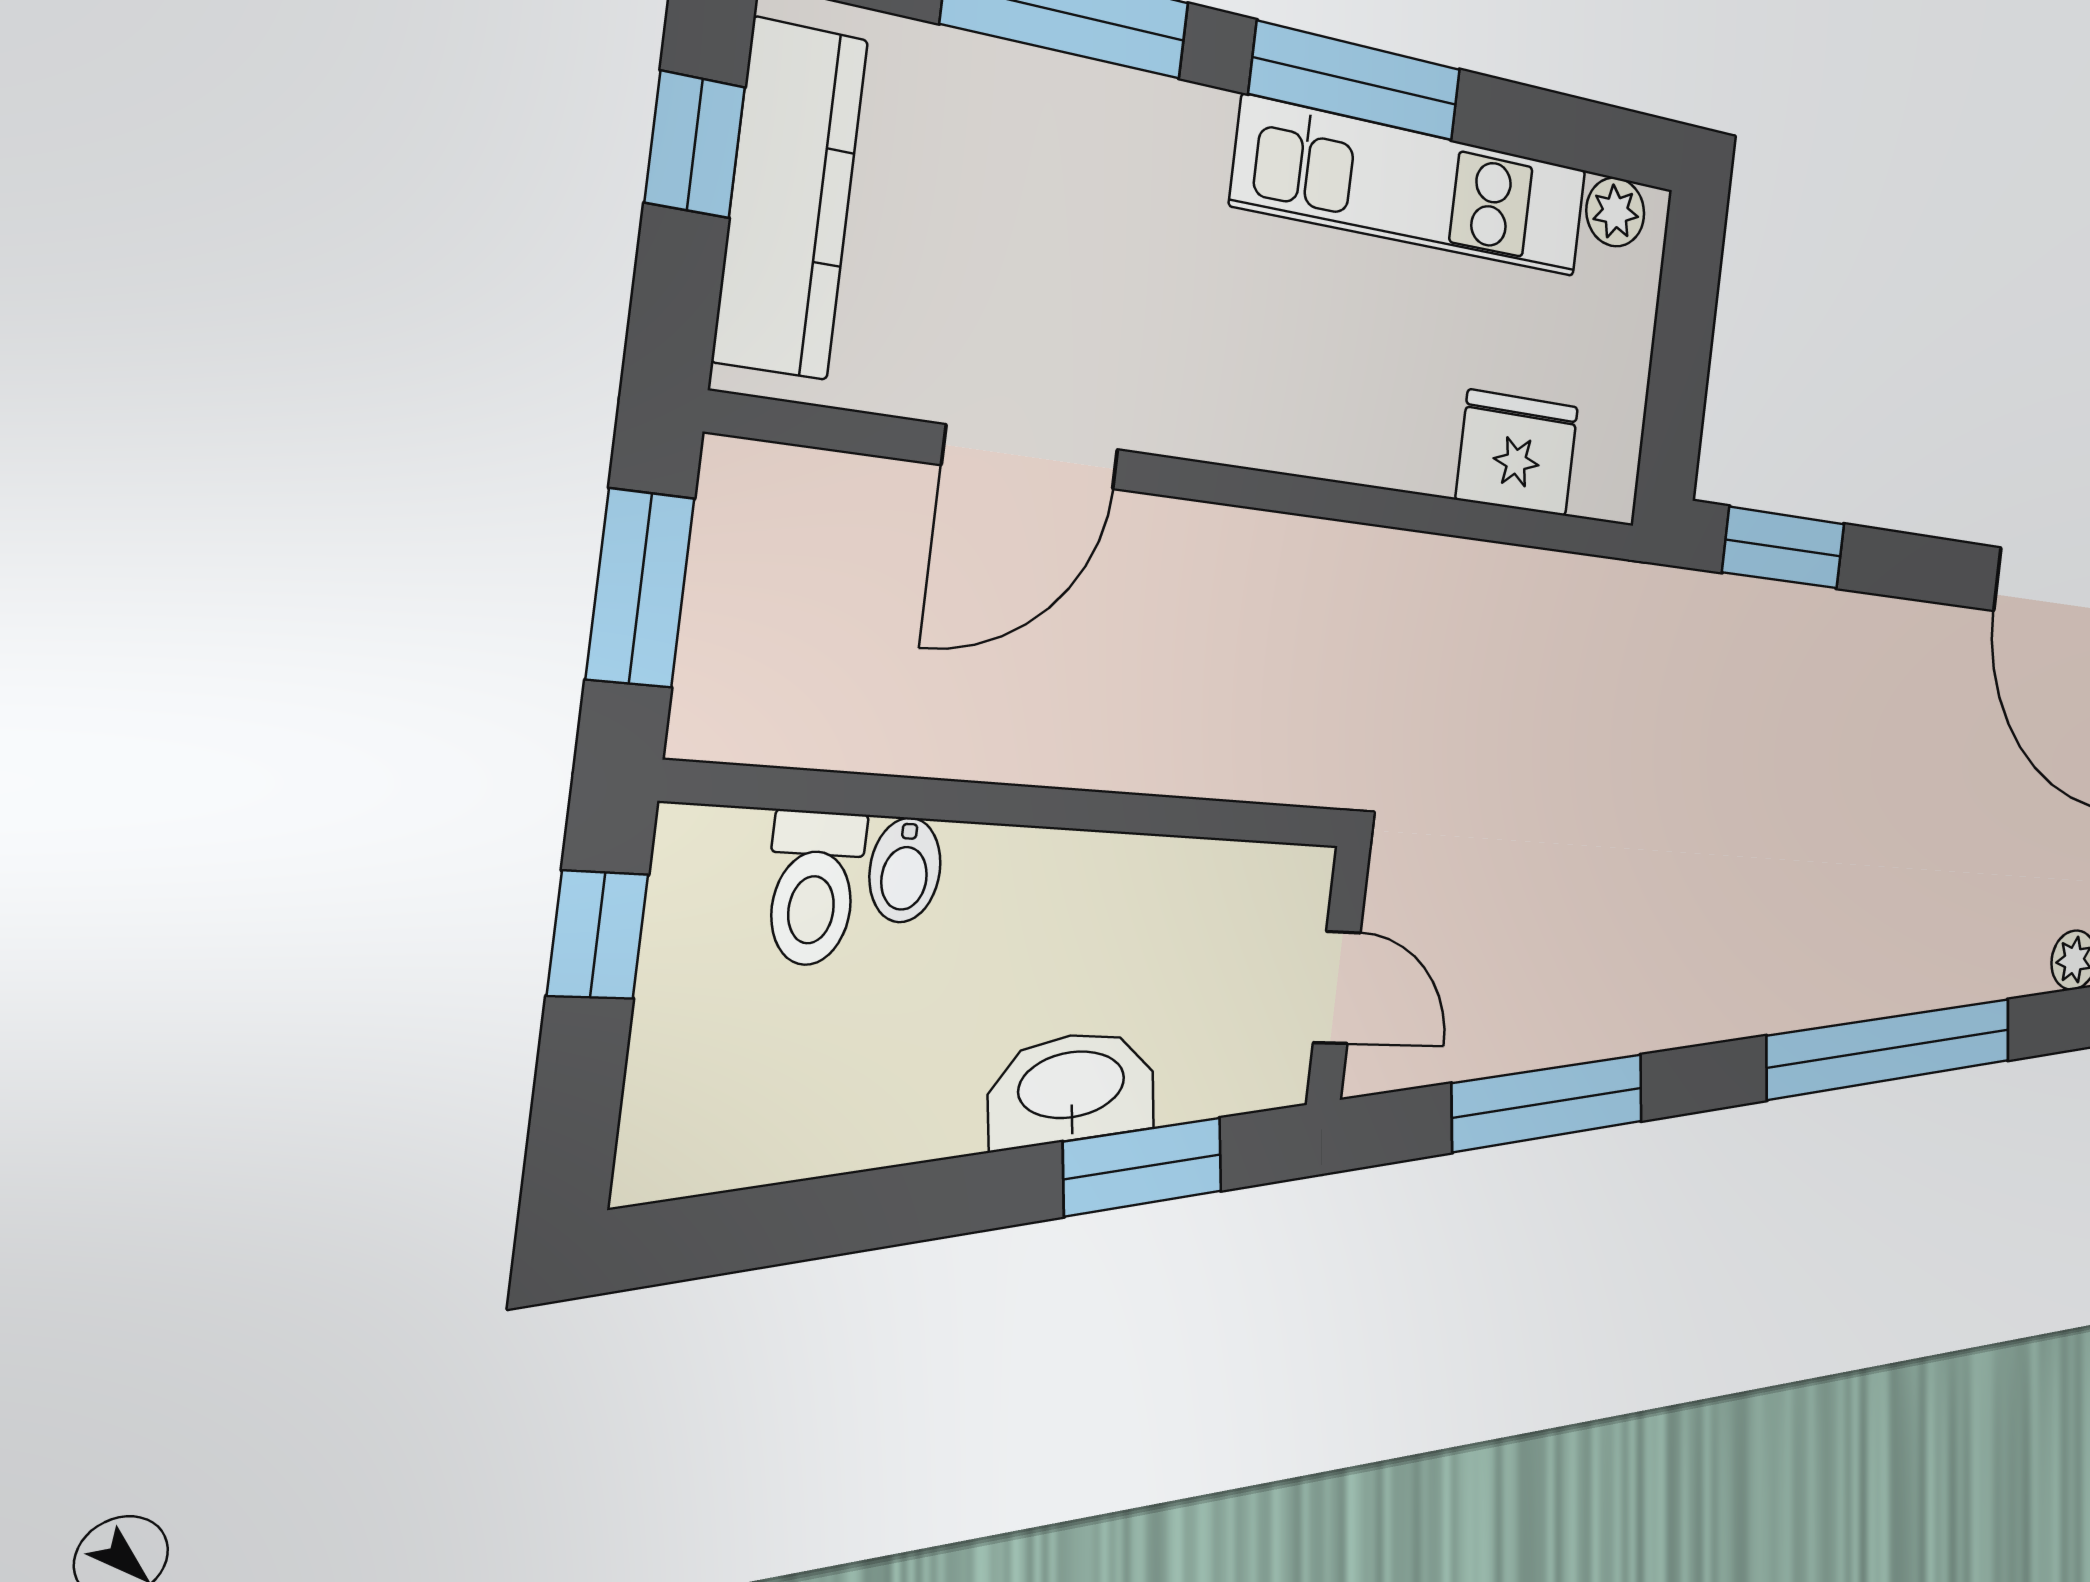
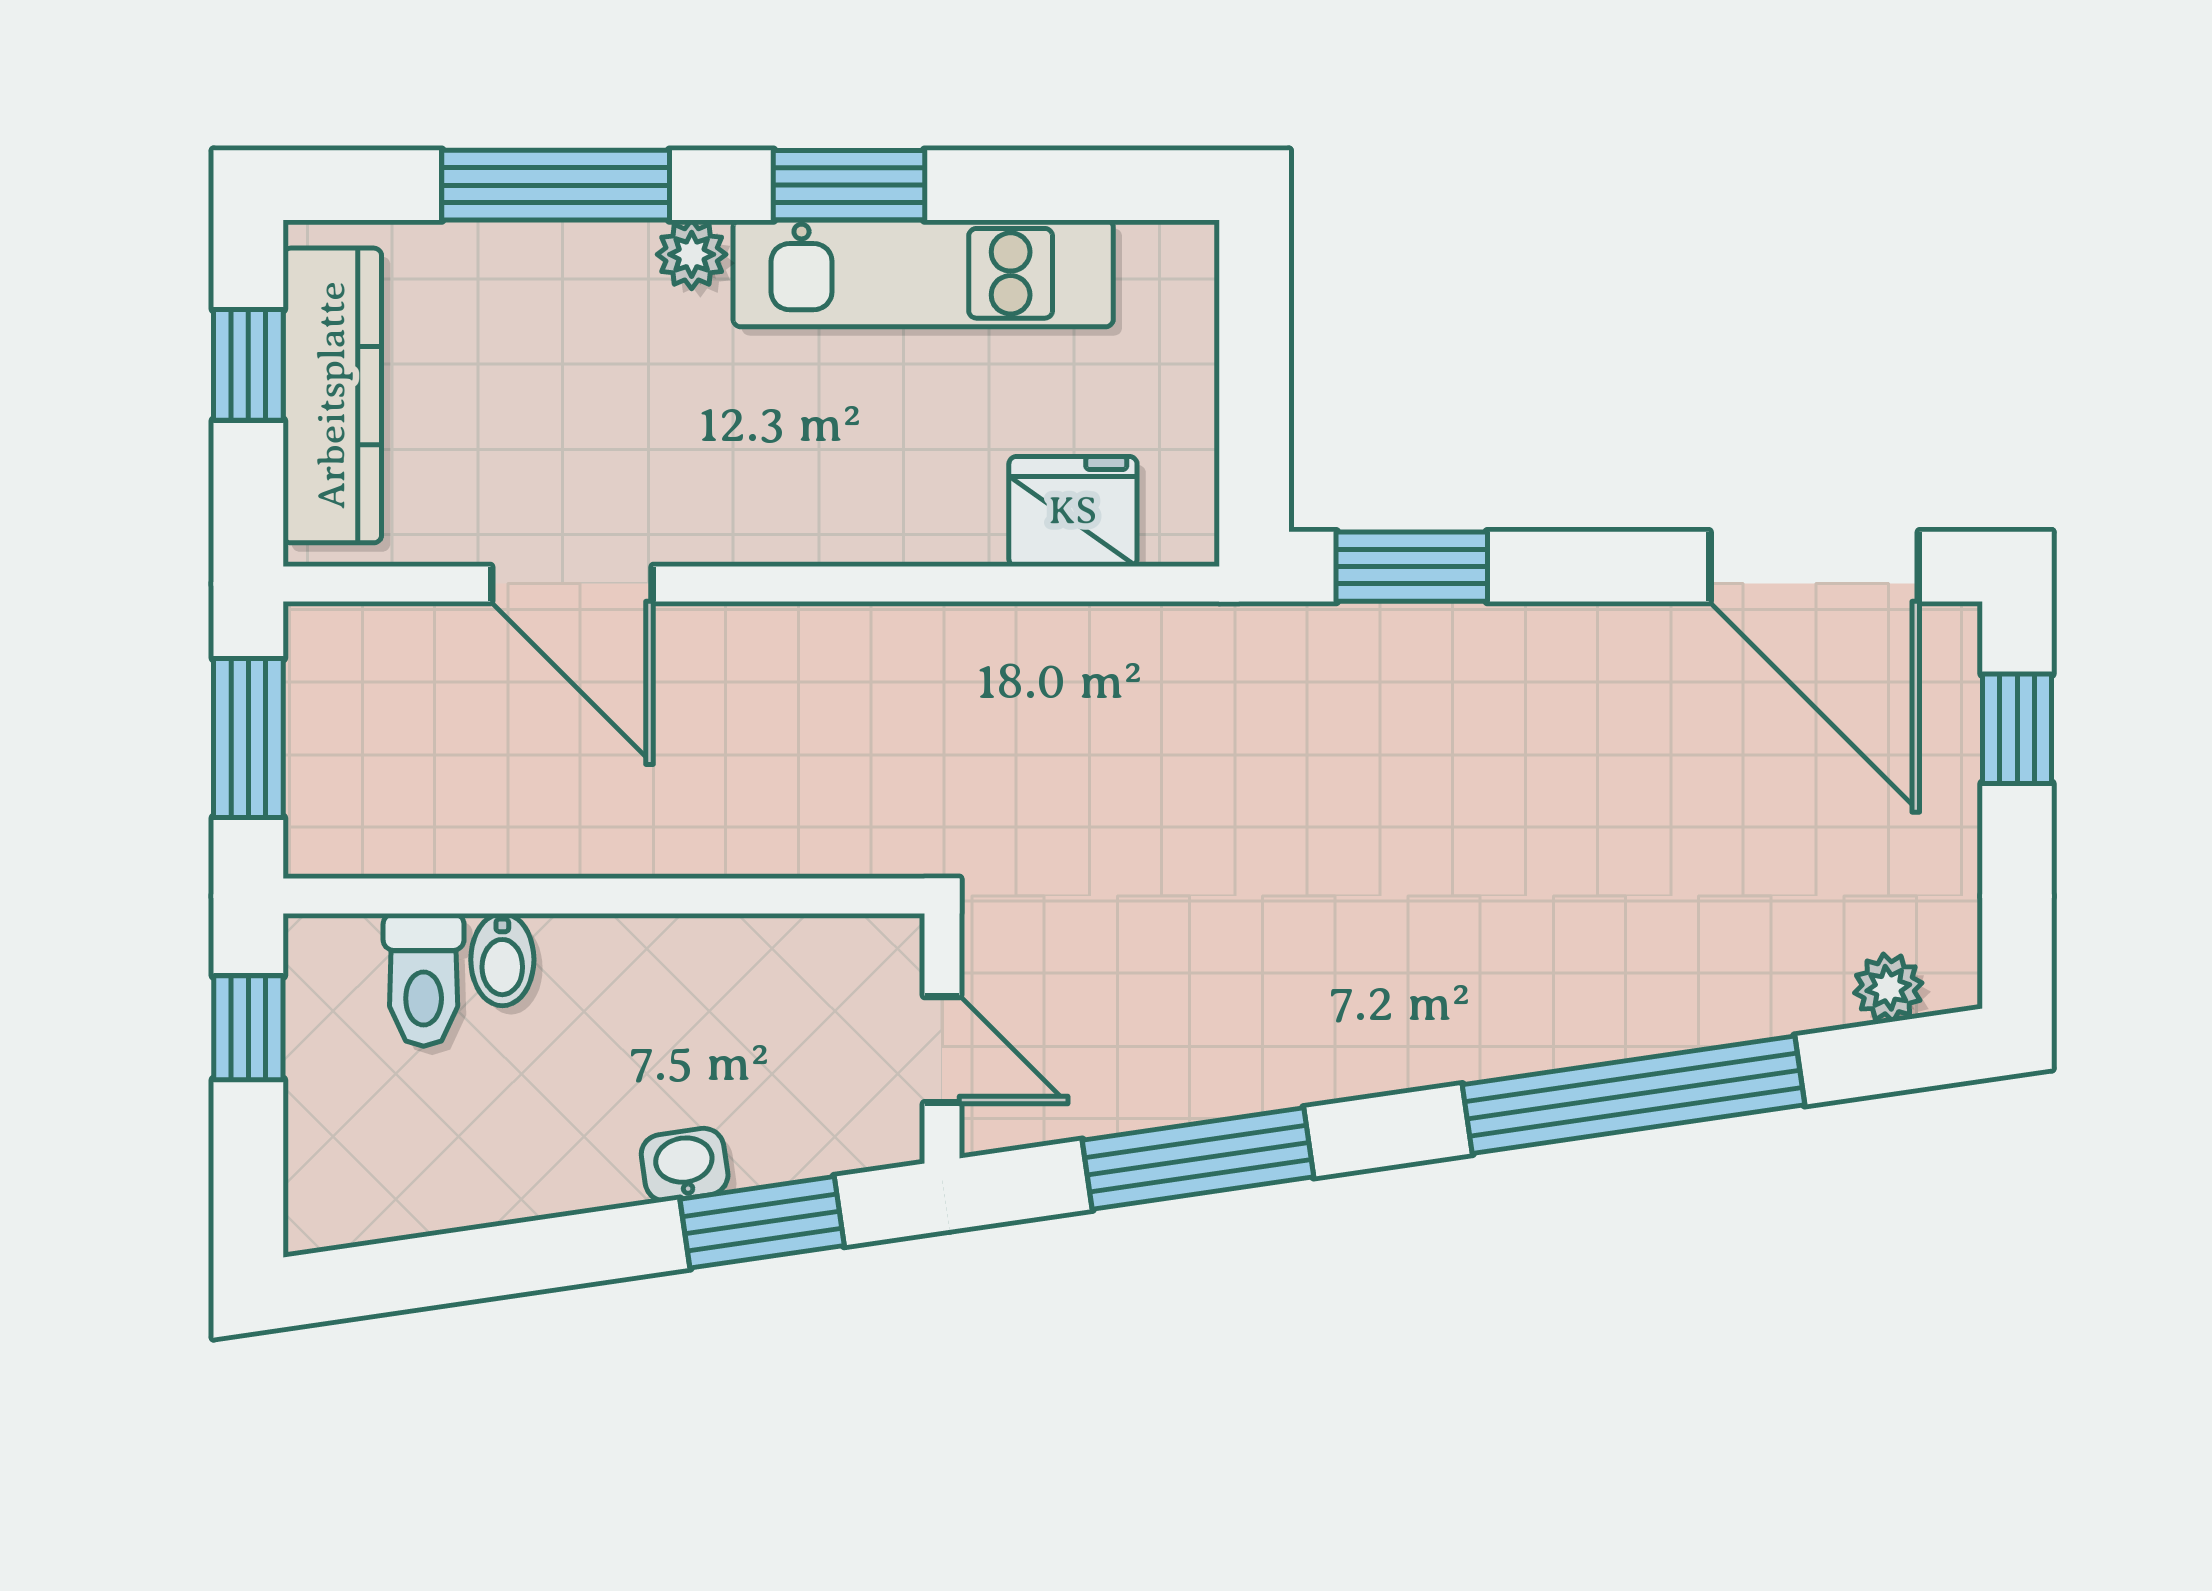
window: (1356, 81) -> (849, 185), width x0.69
plant: (1615, 212) -> (692, 254), moved
door: (1031, 457) -> (572, 584), hinge flipped
washbasin: (1072, 1088) -> (685, 1165), width x0.52, depth x0.69

